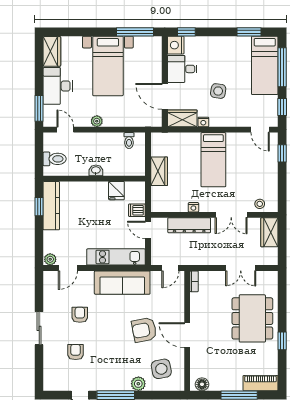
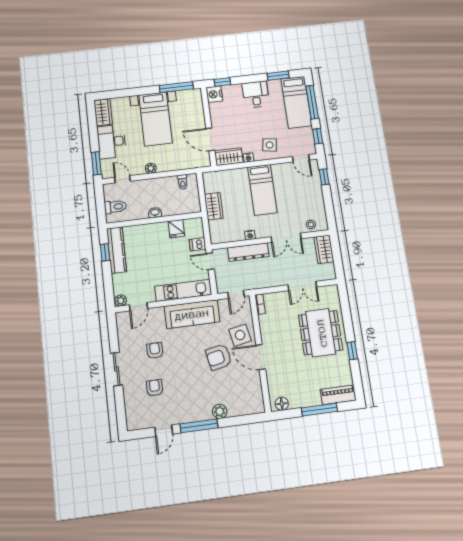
desk: (182, 69) -> (256, 94), moved, turned 90
side table: (218, 91) -> (270, 145), moved
side table: (161, 369) -> (240, 335), moved

